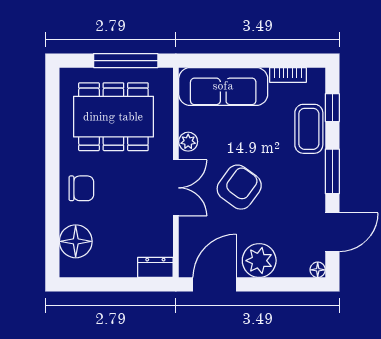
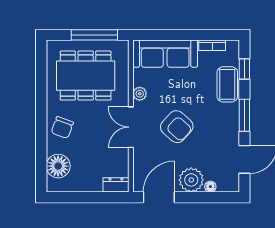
armchair: (239, 187) -> (177, 127), turned 96
chair: (81, 188) -> (62, 128), turned 110
double door: (176, 188) -> (131, 127), swing flipped
floor lamp: (318, 270) -> (210, 187), moved

